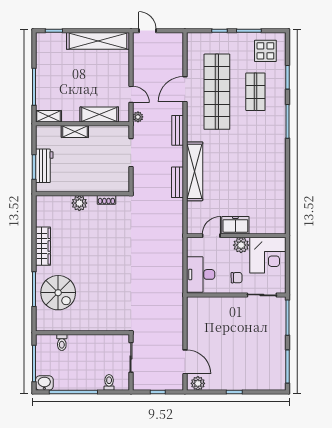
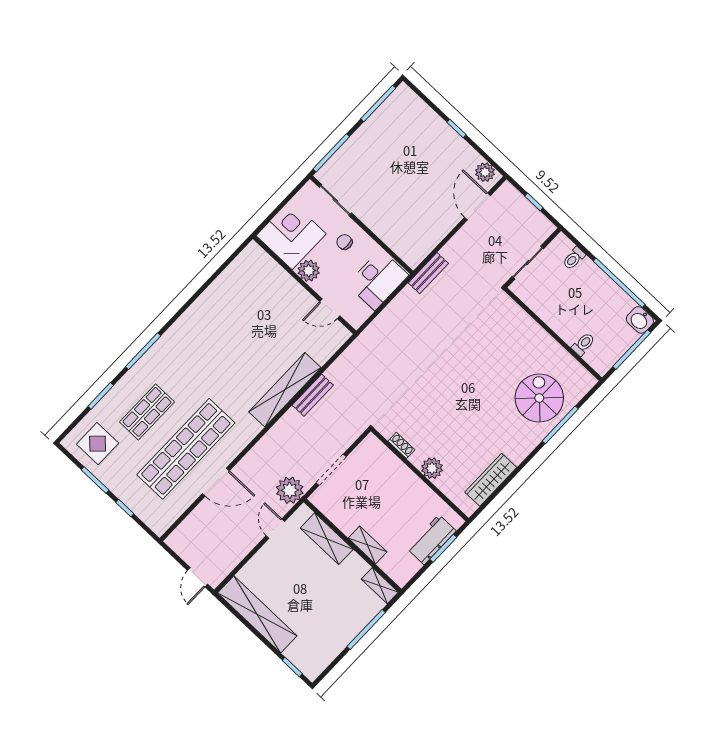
plant: (138, 117) -> (290, 490), width x1.87, depth x1.87
bench: (178, 130) -> (428, 273), moved
freezer: (235, 225) -> (295, 296), removed
wardrobe: (43, 246) -> (491, 480), moved

